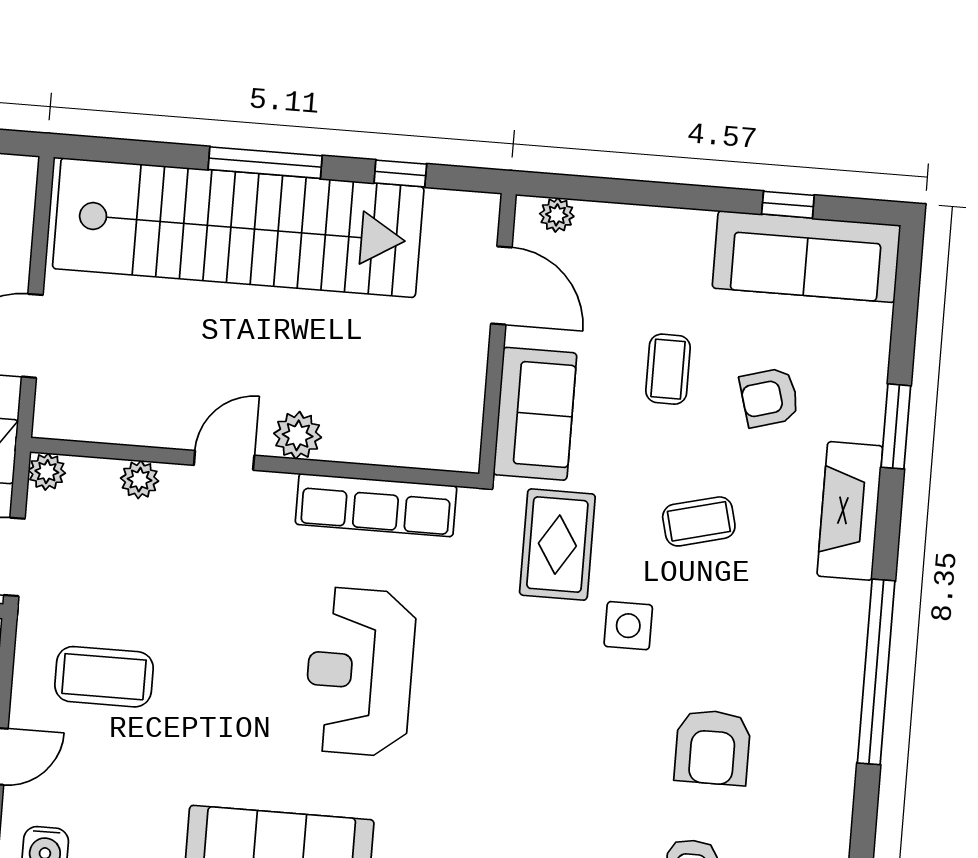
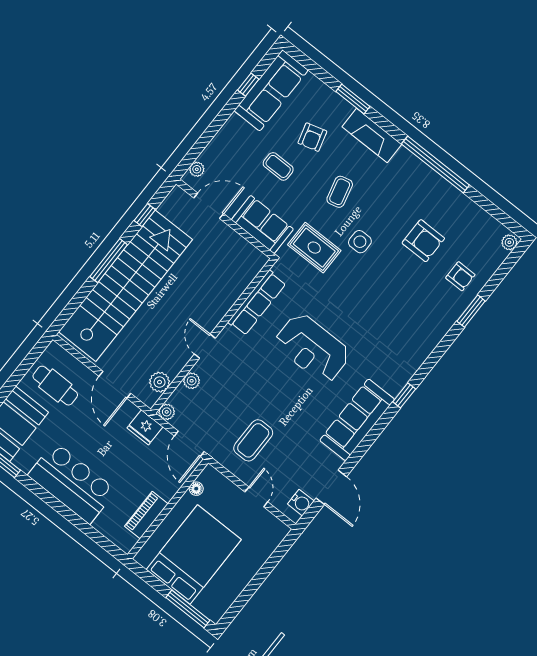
plant: (298, 435) -> (160, 382), moved

